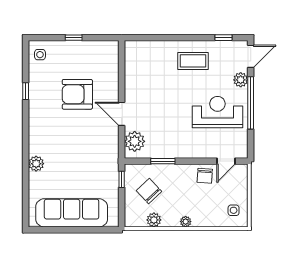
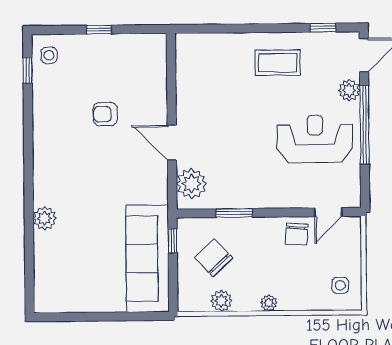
window: (26, 91) -> (28, 70), moved
armchair: (77, 94) -> (105, 114), width x0.53, depth x0.53
sofa: (72, 213) -> (147, 259), moved, turned -90

